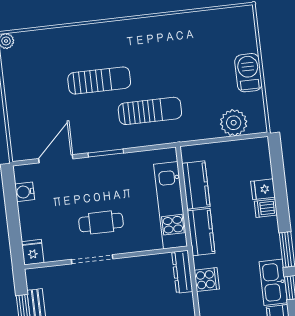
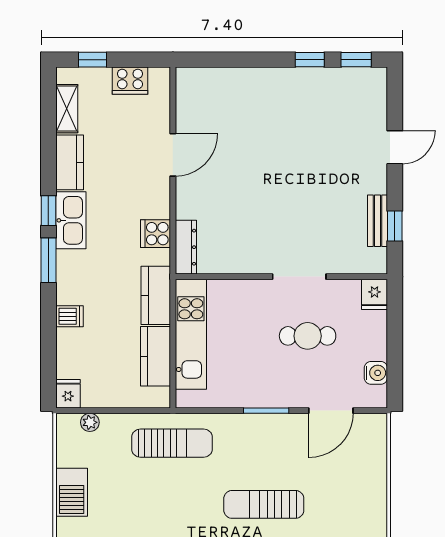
sun lounger: (150, 111) -> (172, 443), moved, turned 180
plant: (234, 123) -> (90, 422), width x0.53, depth x0.53
fridge: (263, 189) -> (68, 394), moved, turned -90
cafe table: (101, 222) -> (308, 336), moved

